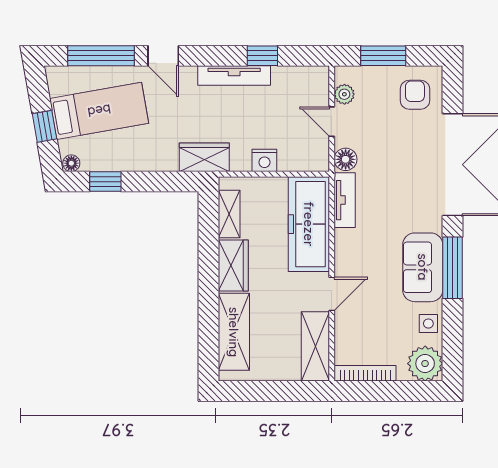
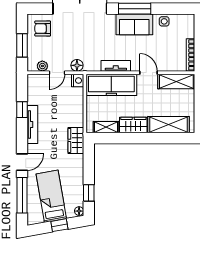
nightstand: (264, 160) -> (78, 80), moved
tv unit: (345, 200) -> (116, 66), moved
plant: (425, 364) -> (185, 23), removed

